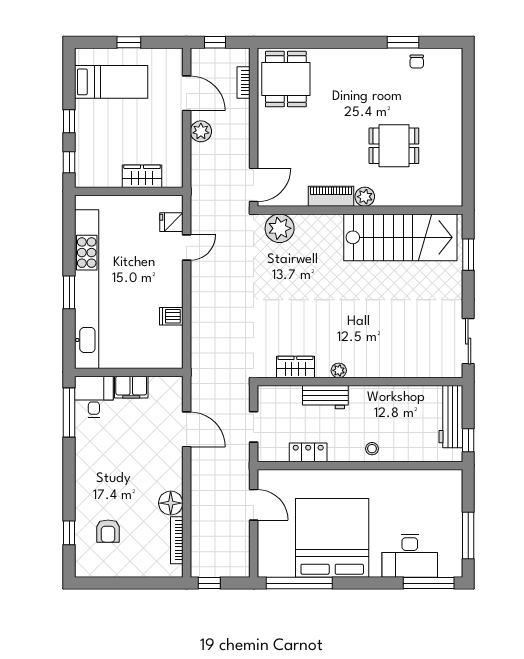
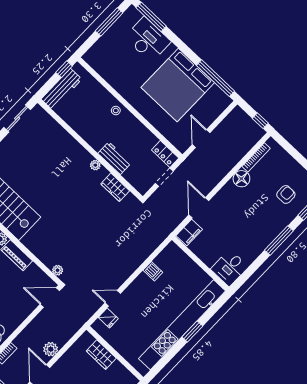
plant: (280, 228) -> (58, 270), width x0.53, depth x0.53
filing cabinet: (131, 387) -> (189, 232), moved, turned 90
window: (69, 412) -> (279, 241), moved
locker: (308, 452) -> (165, 154), moved

